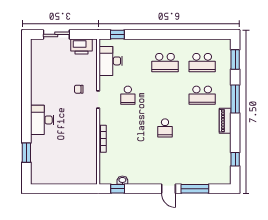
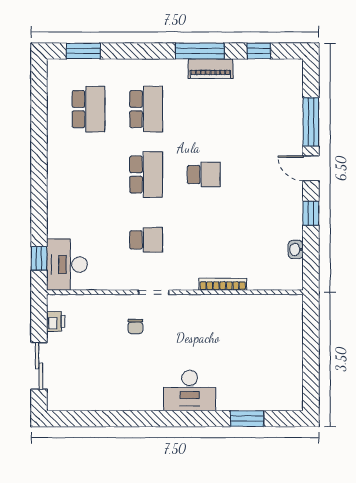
printer: (82, 46) -> (56, 321), width x0.53, depth x0.68
desk: (111, 61) -> (67, 265), moved, turned 90
school desk: (165, 63) -> (146, 174), moved
window: (235, 99) -> (200, 51), moved
piano: (225, 121) -> (210, 69), moved
window: (118, 189) -> (311, 213), moved
door: (168, 189) -> (311, 168), swing flipped

